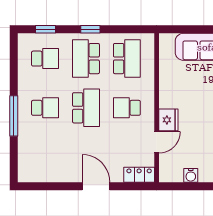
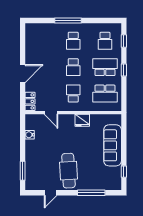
school desk: (86, 108) -> (73, 67), width x0.54
fridge: (168, 120) -> (82, 120), moved

